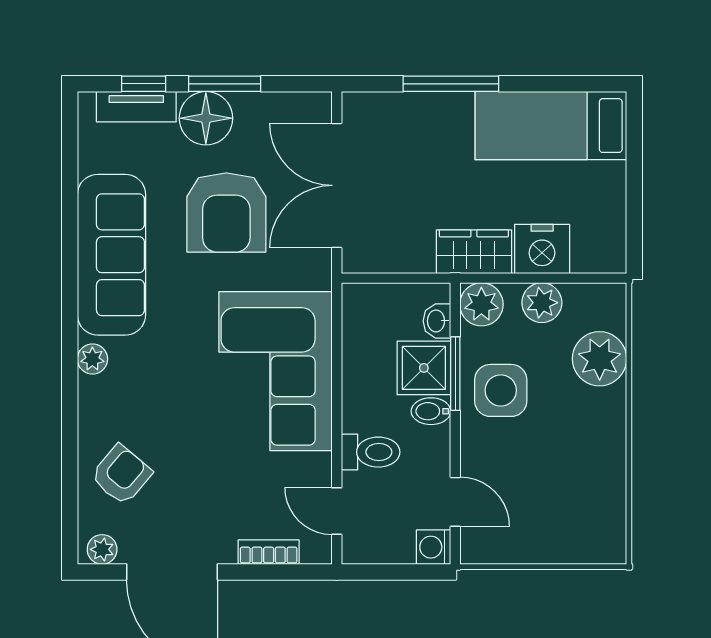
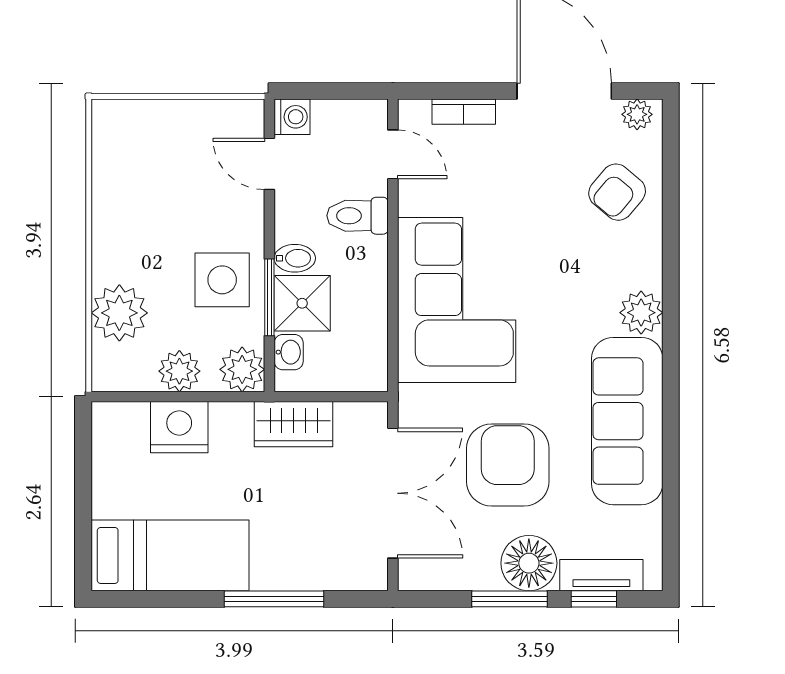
wardrobe: (474, 252) -> (294, 424), moved
plant: (92, 359) -> (641, 313), width x1.38, depth x1.38

